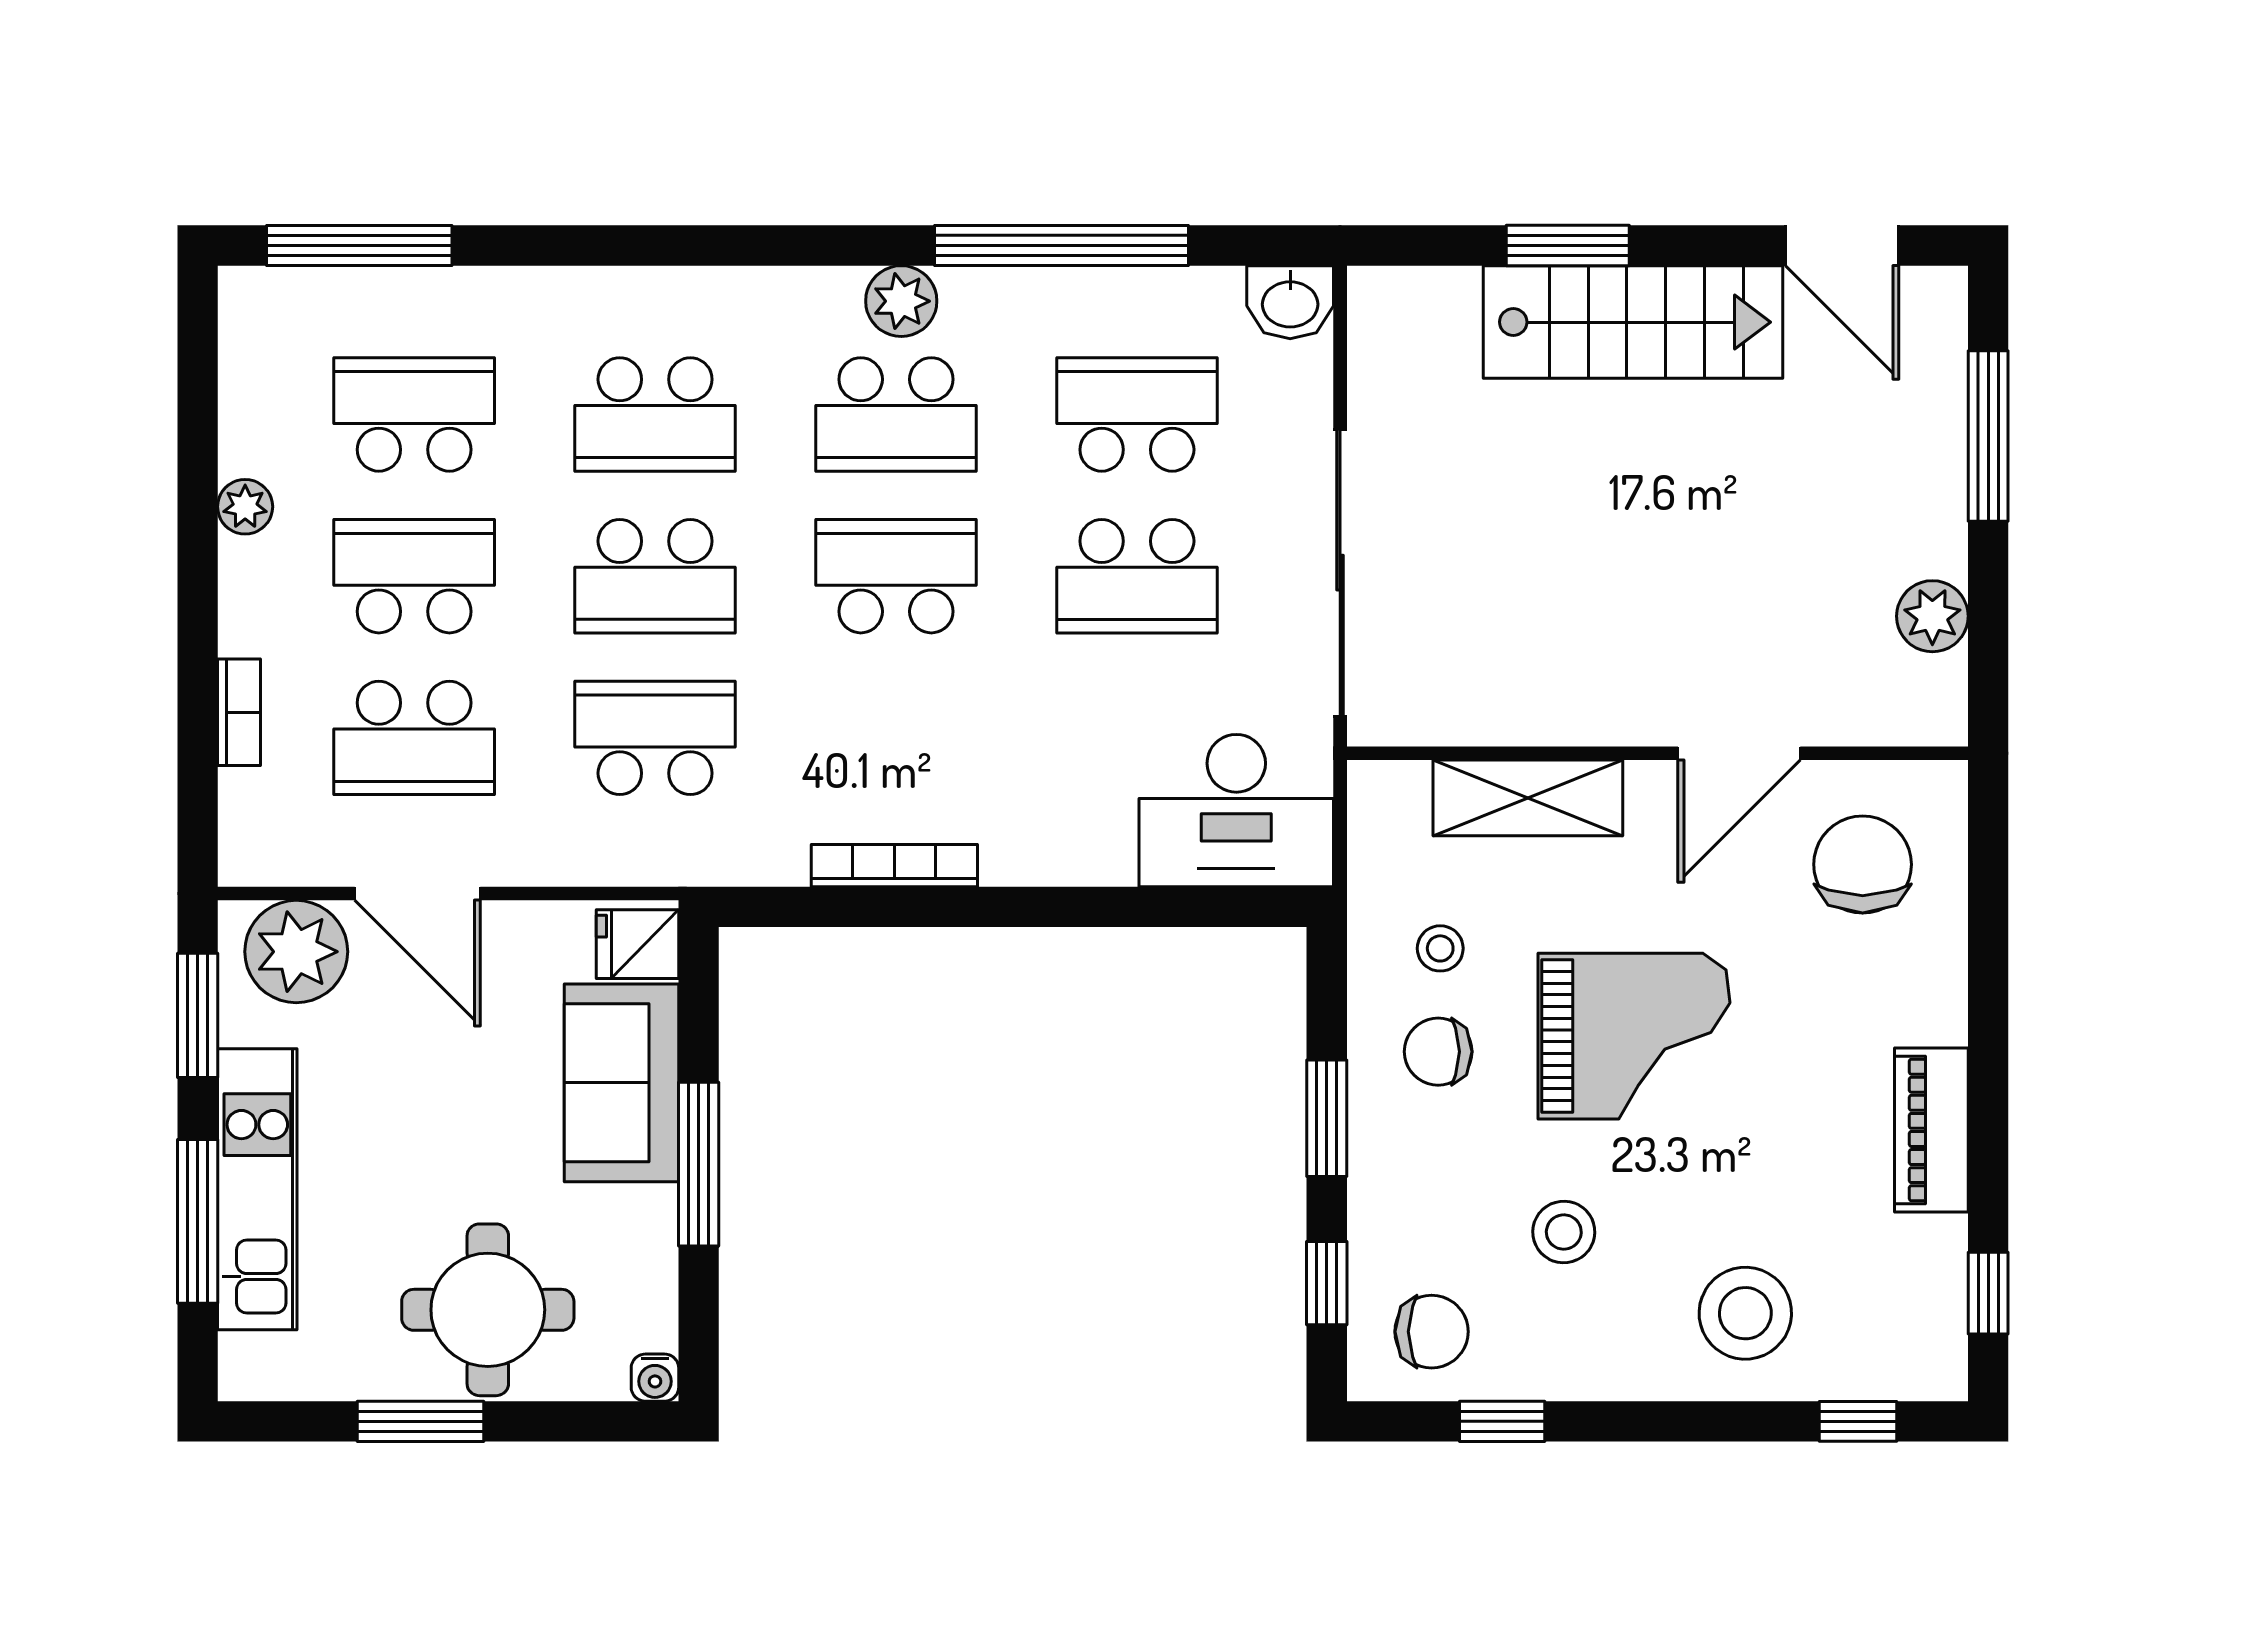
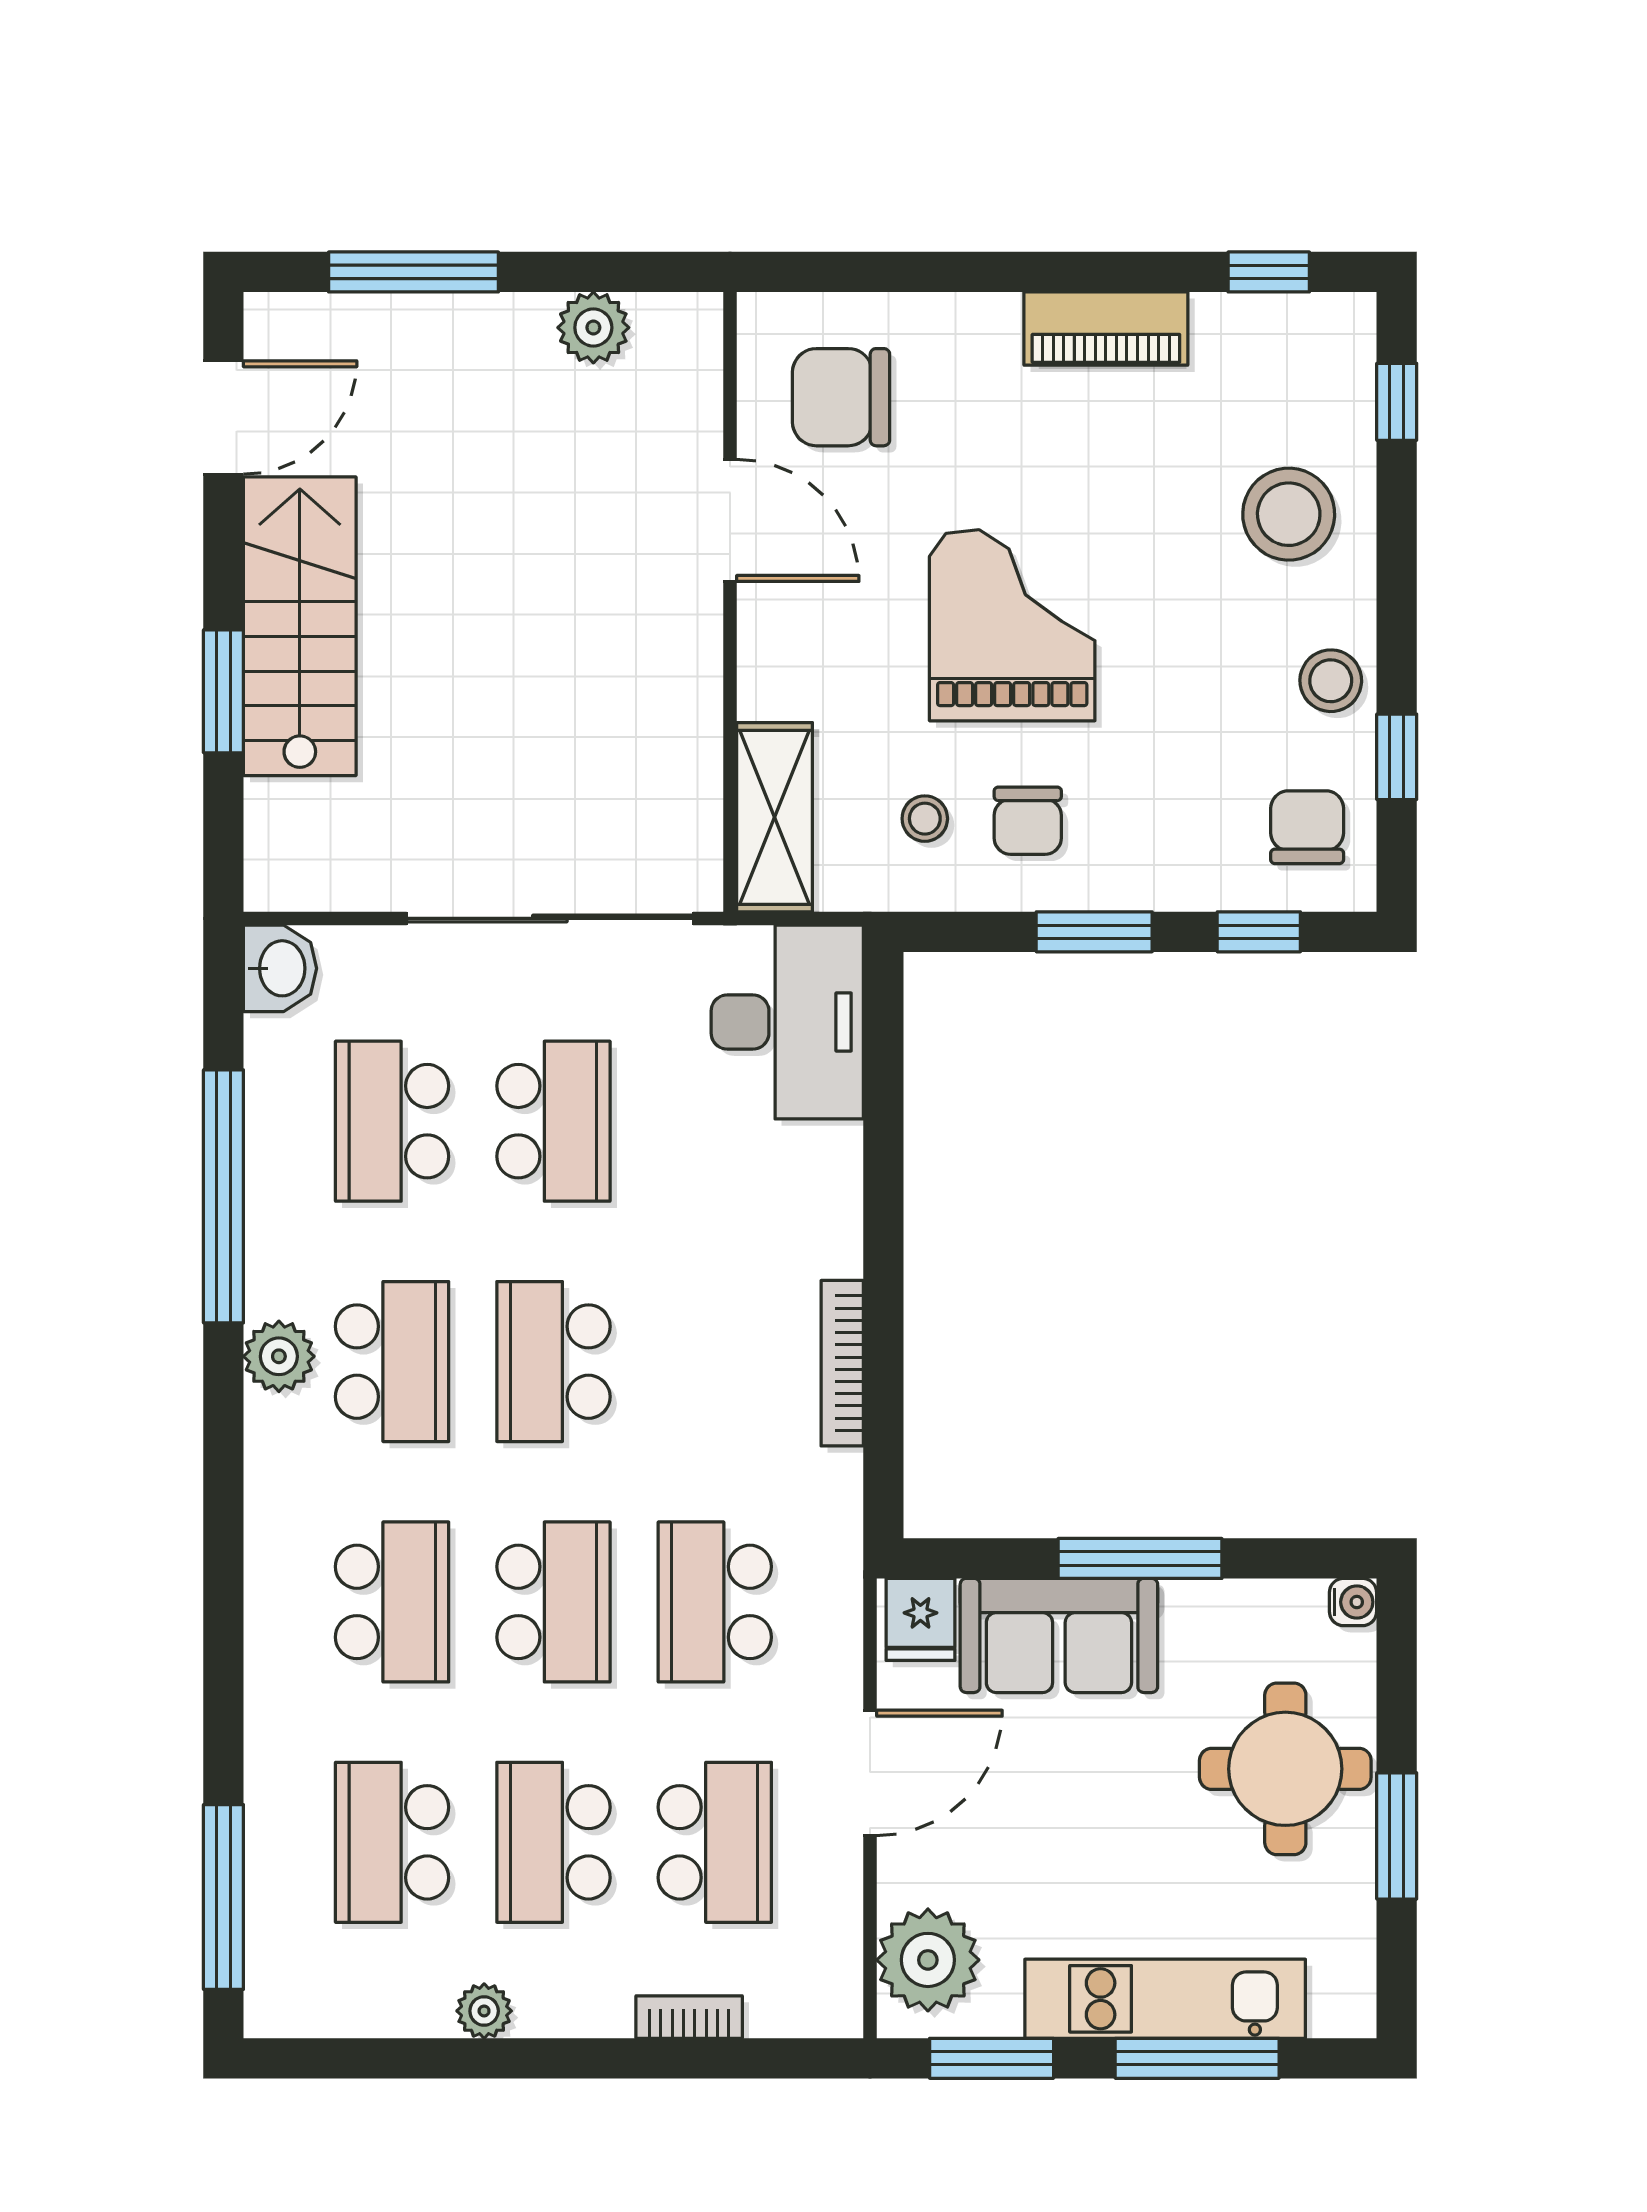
shelving: (1528, 798) -> (775, 817), moved
door: (417, 894) -> (870, 1773), moved
stool: (1564, 1232) -> (1331, 681), moved

